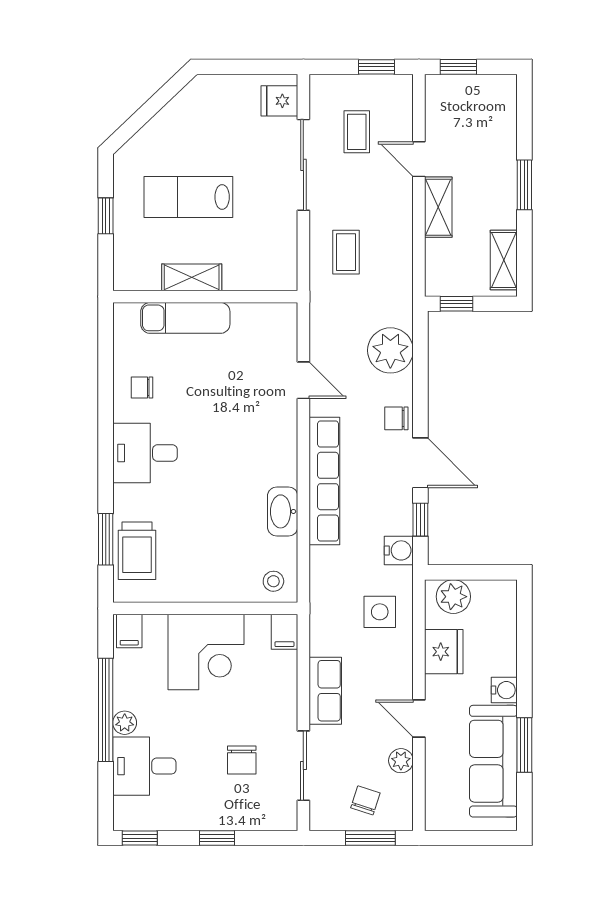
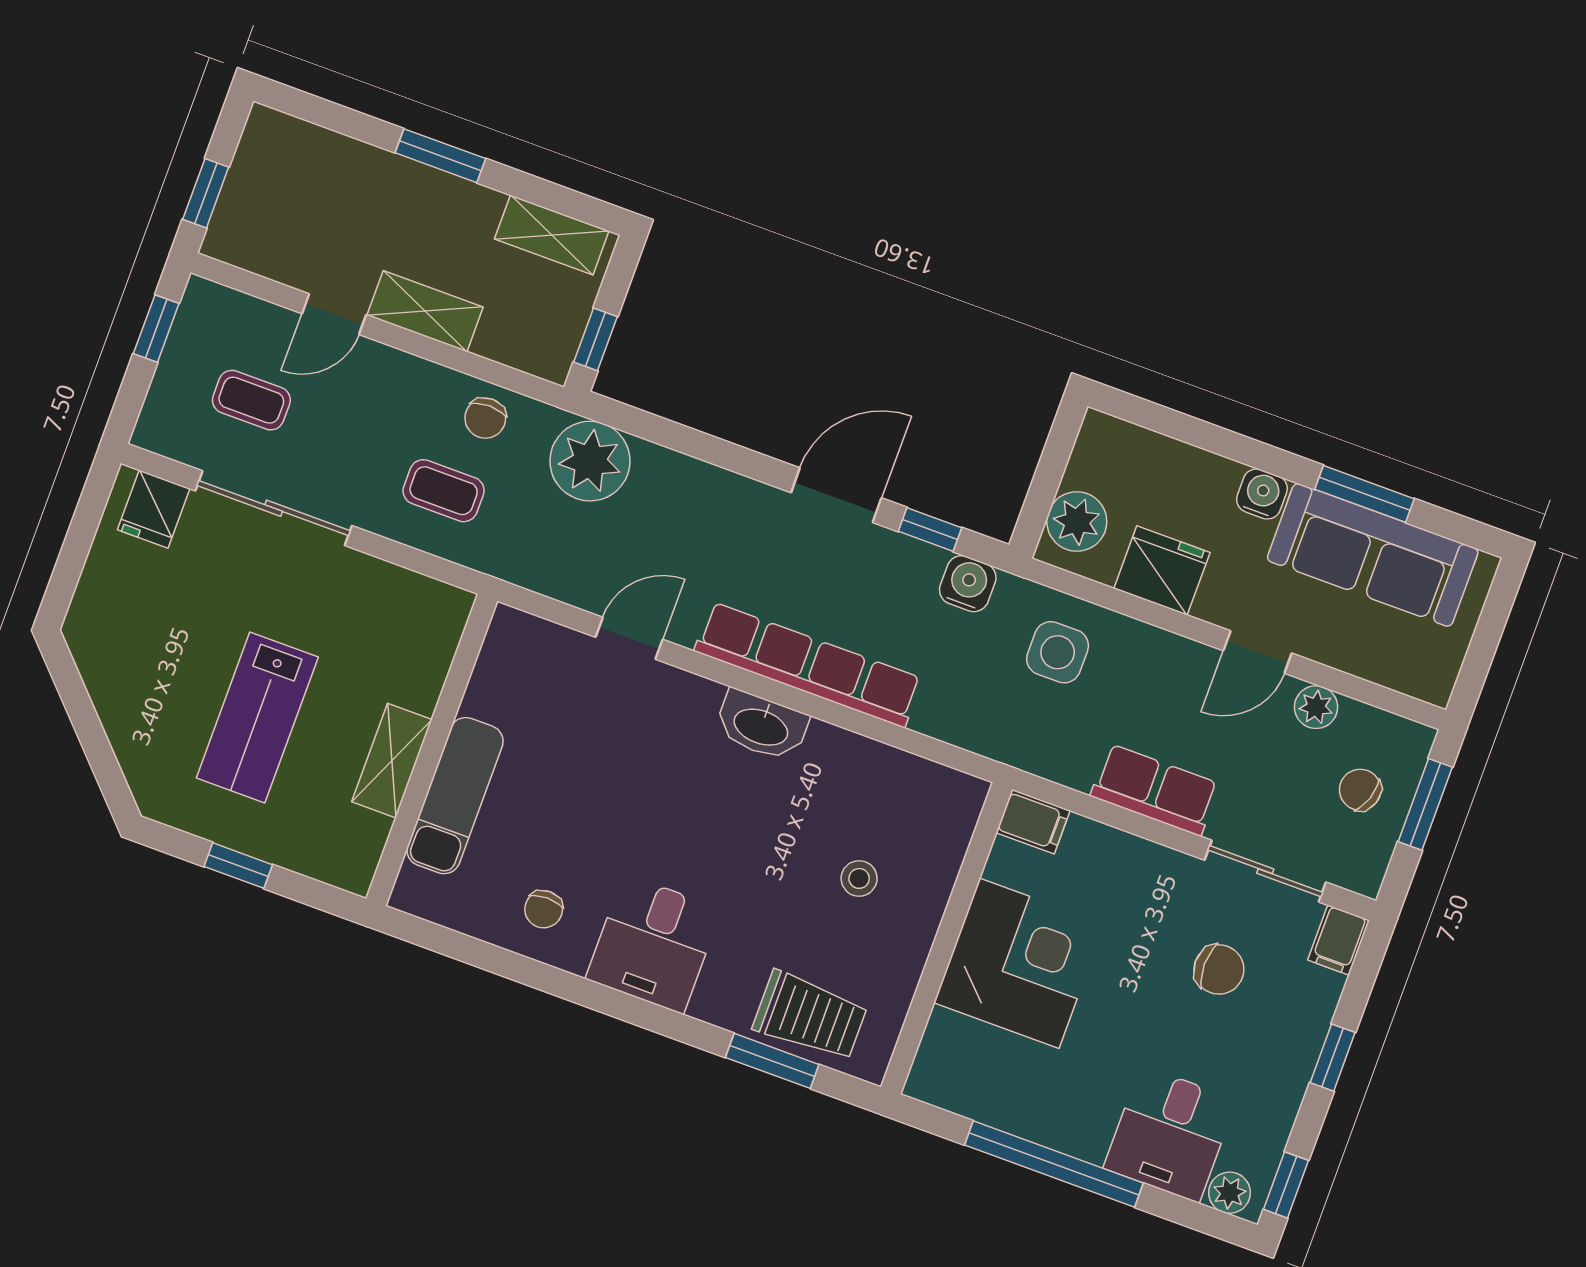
plant: (390, 350) -> (590, 461), moved
chair: (396, 418) -> (485, 418), moved
washbasin: (283, 511) -> (761, 726), moved
stool: (273, 581) -> (859, 878), moved
filing cabinet: (129, 631) -> (1339, 940), moved, turned 90
plant: (125, 723) -> (1230, 1193), moved

